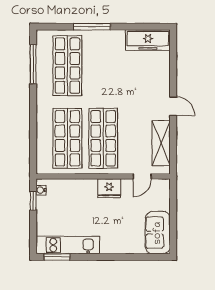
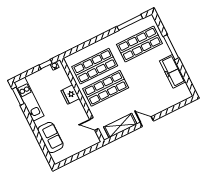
freezer: (148, 40) -> (173, 71), moved
door: (173, 106) -> (147, 122), swing flipped
fridge: (109, 188) -> (70, 95), moved
sofa: (158, 233) -> (51, 137), moved, turned 90

